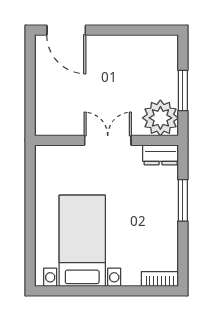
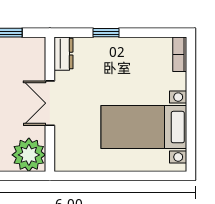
plant: (160, 118) -> (29, 155), moved
window: (183, 200) -> (106, 33), width x0.67

